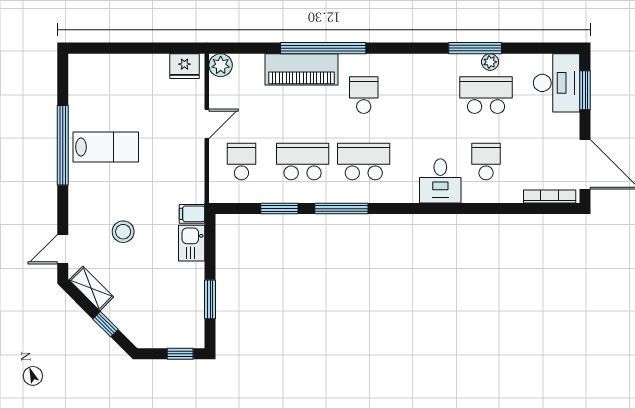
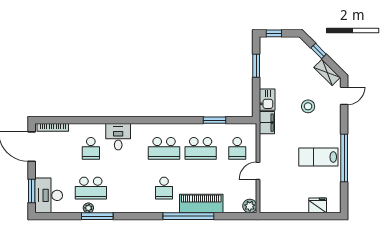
fridge: (184, 66) -> (318, 205), moved
window: (341, 209) -> (177, 120), removed
filing cabinet: (192, 214) -> (267, 123), width x2.00

